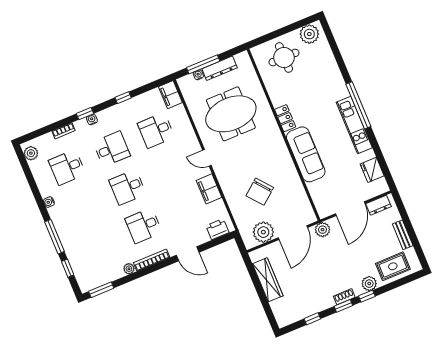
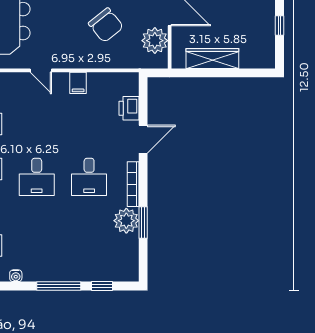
door: (207, 158) -> (41, 70), hinge flipped
filing cabinet: (209, 189) -> (78, 83), width x0.50
printer: (217, 229) -> (129, 108), moved
plant: (129, 269) -> (126, 221), width x1.88, depth x1.88
window: (101, 290) -> (143, 223), moved

